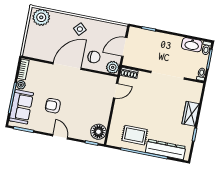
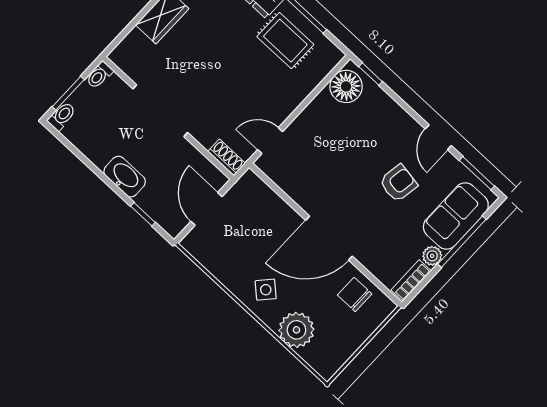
plant: (41, 17) -> (296, 330), moved
washbasin: (192, 45) -> (125, 177), moved
door: (124, 47) -> (206, 209), swing flipped
chair: (94, 57) -> (355, 295), moved
plant: (113, 67) -> (250, 185), removed
armchair: (53, 106) -> (398, 183), turned -81
door: (60, 137) -> (438, 137), moved

